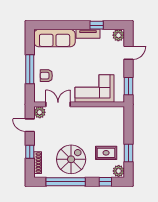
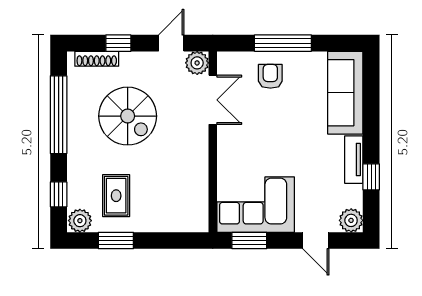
corner sofa: (94, 89) -> (256, 205), moved, turned -90
spiral stairs: (71, 159) -> (128, 116), moved

